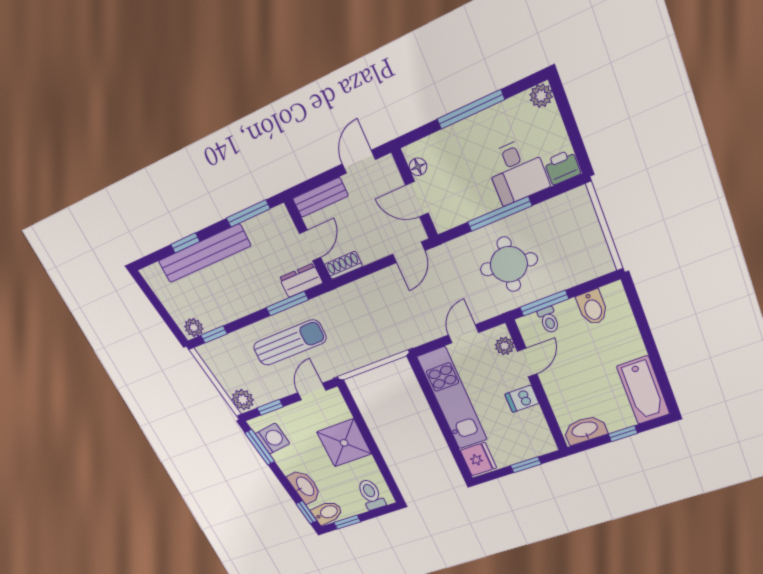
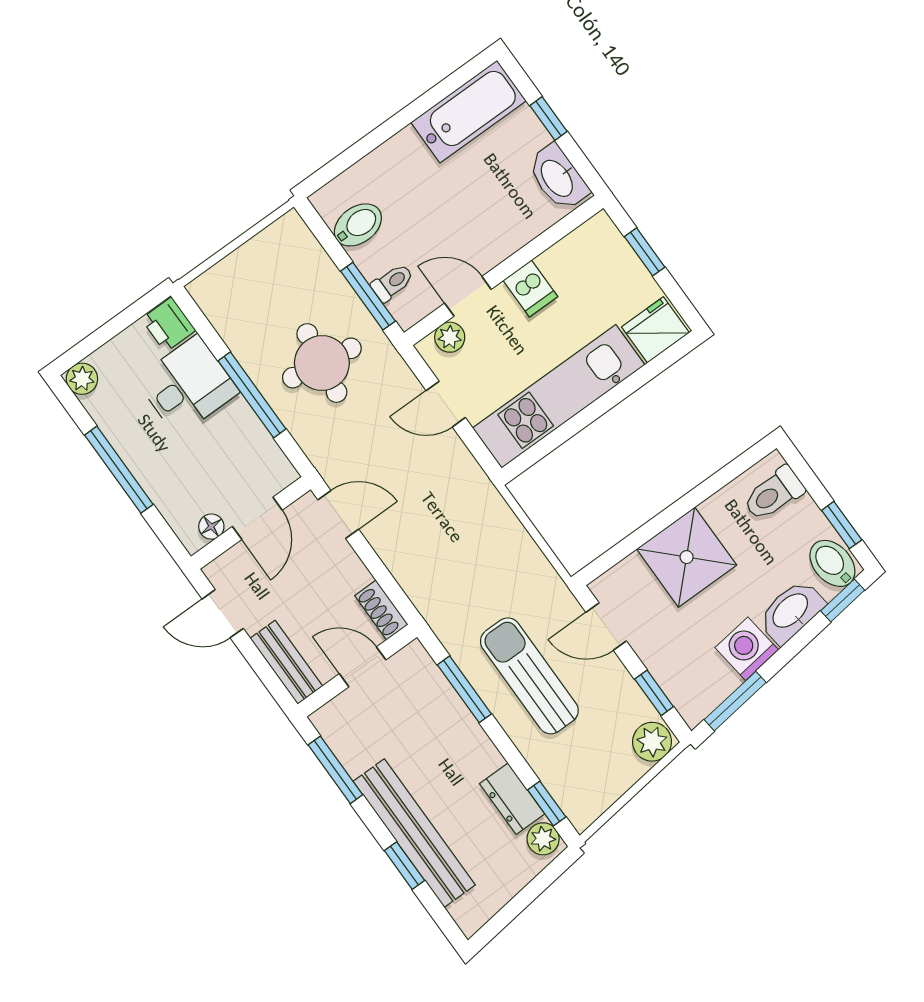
dresser: (301, 280) -> (512, 799), moved
washing machine: (272, 439) -> (747, 649), moved

